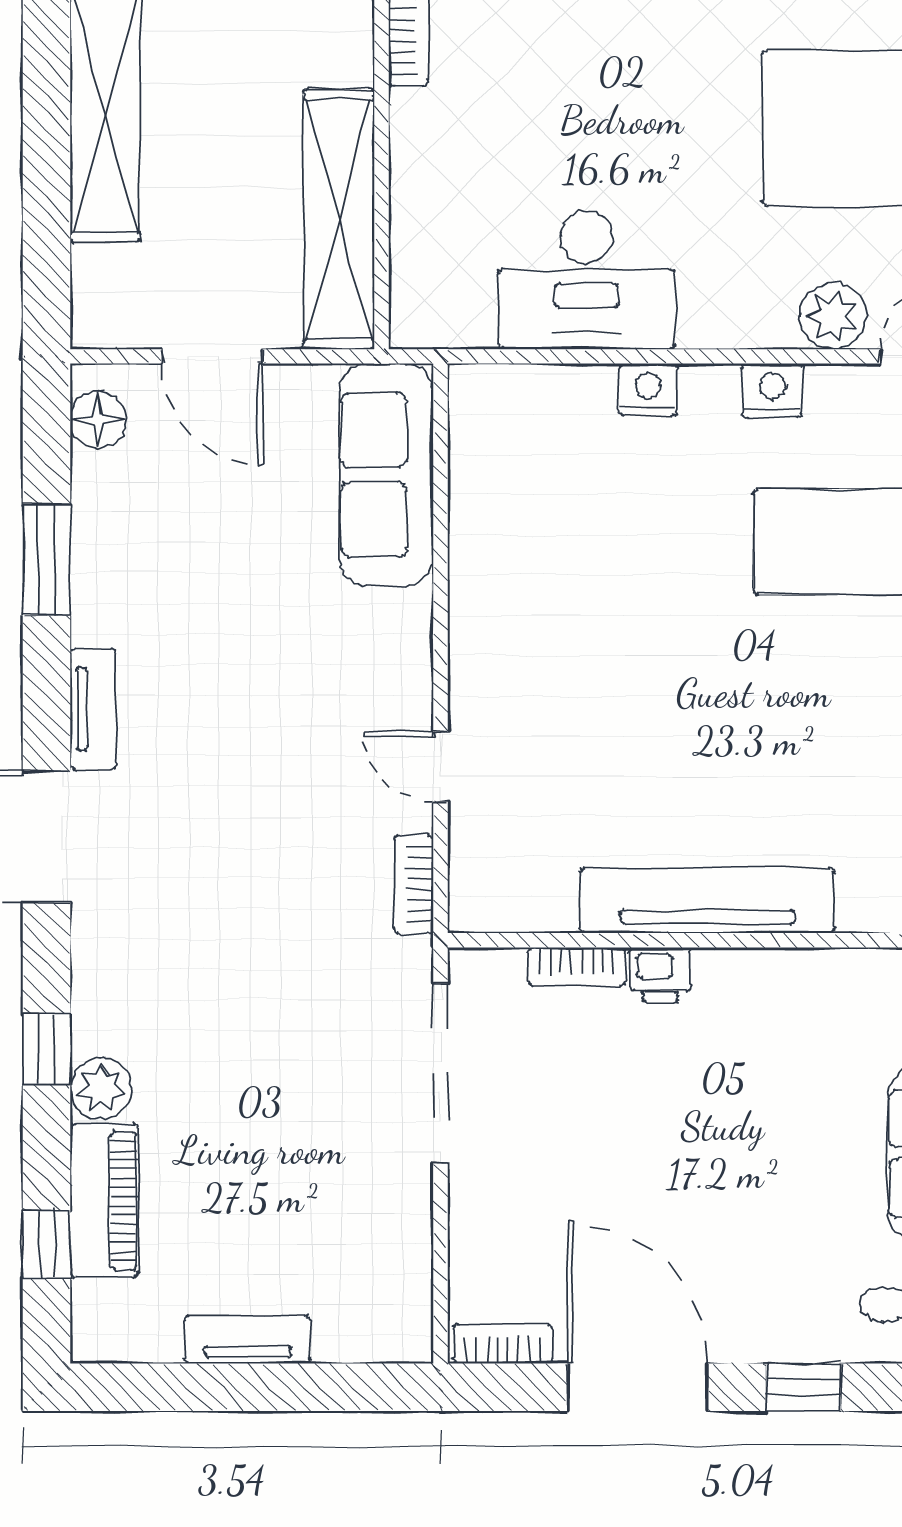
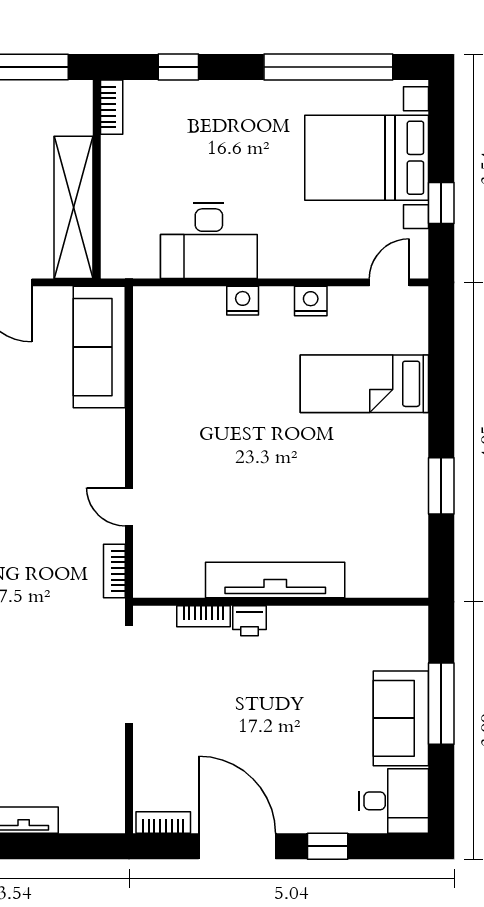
plant: (833, 316) -> (344, 260), removed

